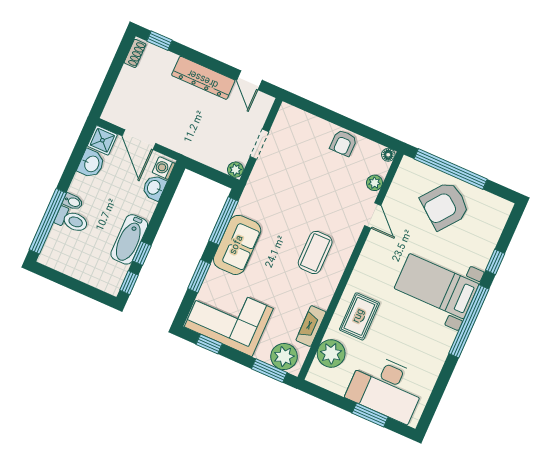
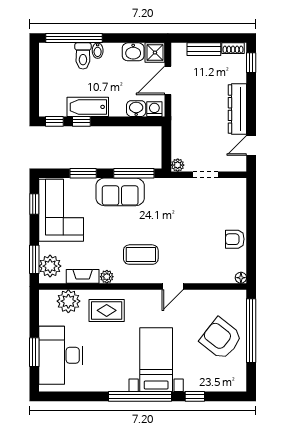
bench: (122, 86) -> (204, 49), added
plant: (374, 183) -> (107, 277), moved
door: (373, 216) -> (173, 286), moved

